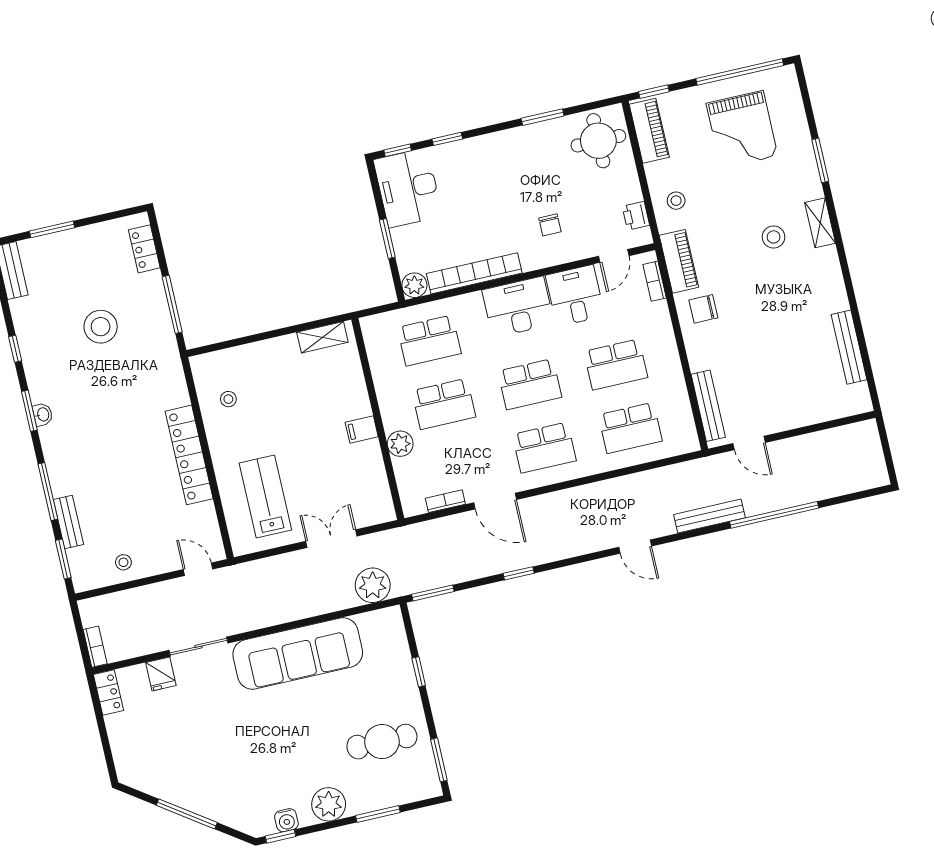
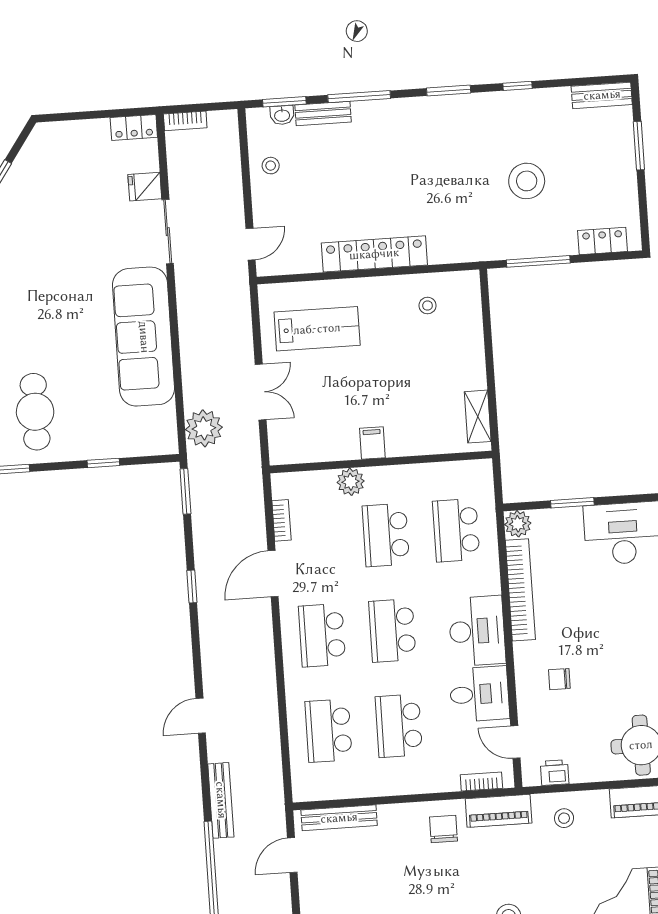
washbasin: (43, 415) -> (282, 115), moved

